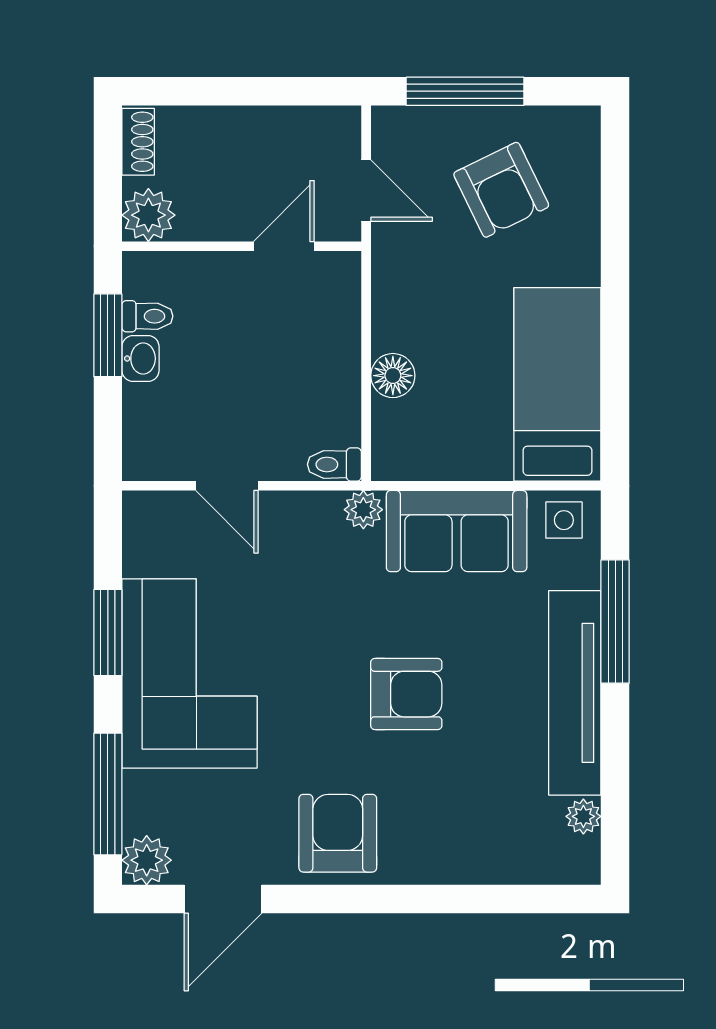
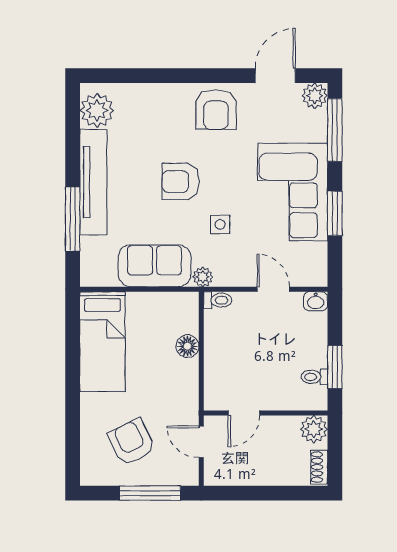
washbasin: (140, 359) -> (316, 301), moved, turned -90
side table: (564, 520) -> (220, 224), moved
plant: (583, 816) -> (97, 110), width x1.87, depth x1.87

